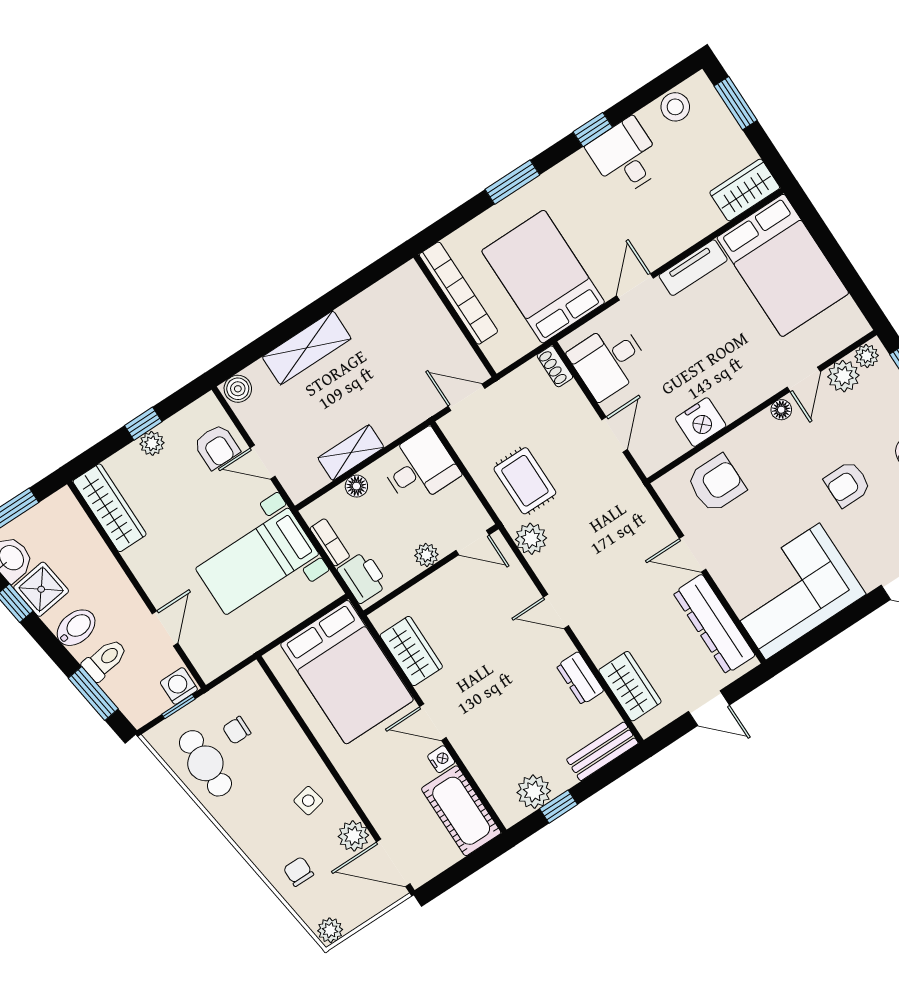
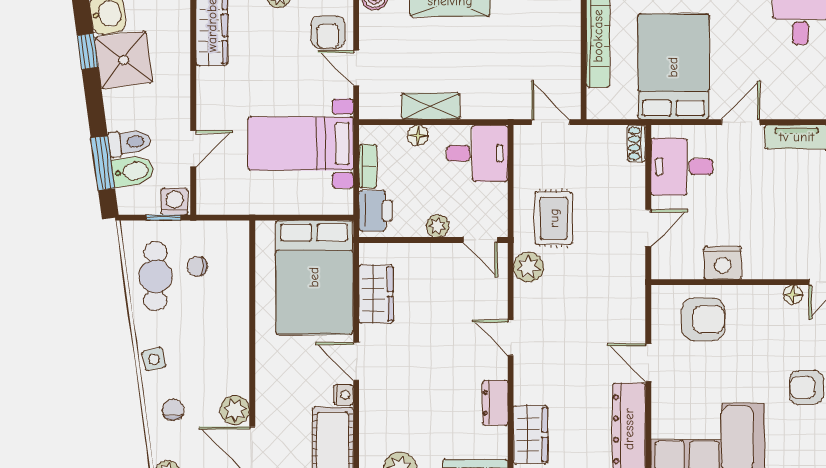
shower: (41, 589) -> (123, 60), width x1.36, depth x1.36
bidet: (76, 628) -> (133, 171), moved
side table: (308, 801) -> (154, 359), moved

